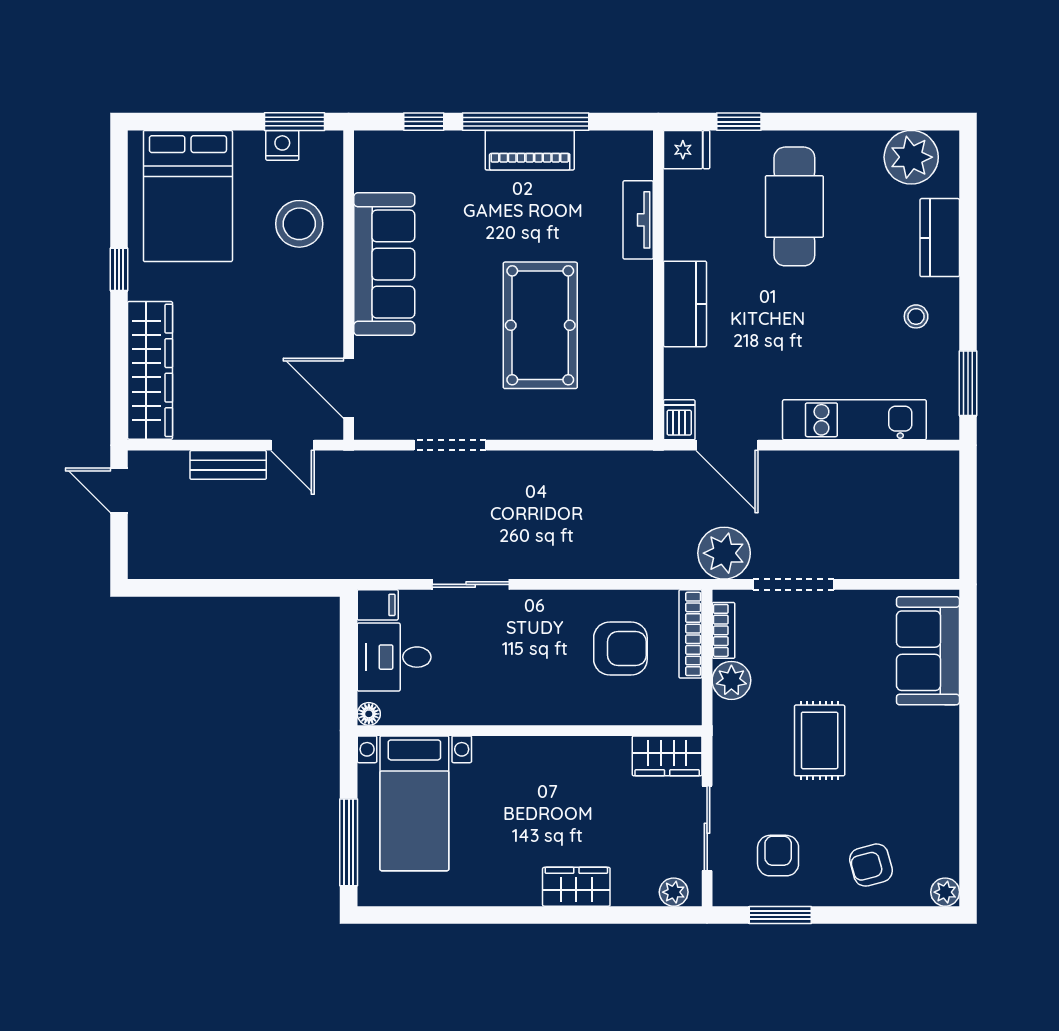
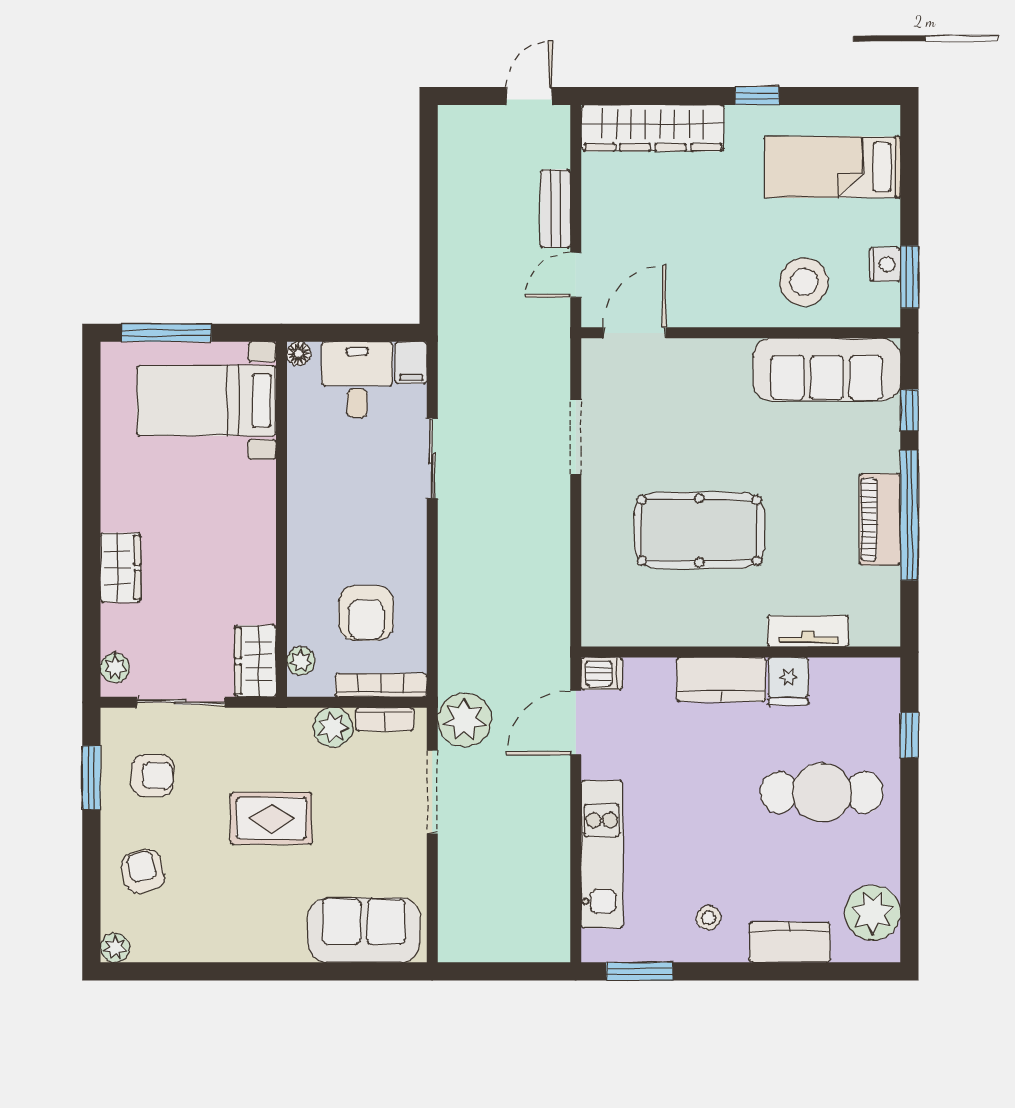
fridge: (687, 150) -> (788, 681), moved
bed: (188, 196) -> (833, 167), width x0.67
sofa: (384, 264) -> (827, 369), moved
plant: (667, 712) -> (301, 661), added

